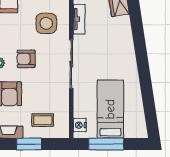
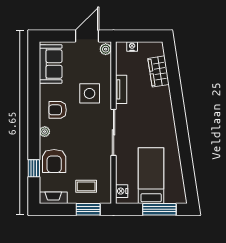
armchair: (26, 59) -> (58, 110), moved
window: (29, 144) -> (88, 209), moved
window: (106, 144) -> (159, 209), moved

